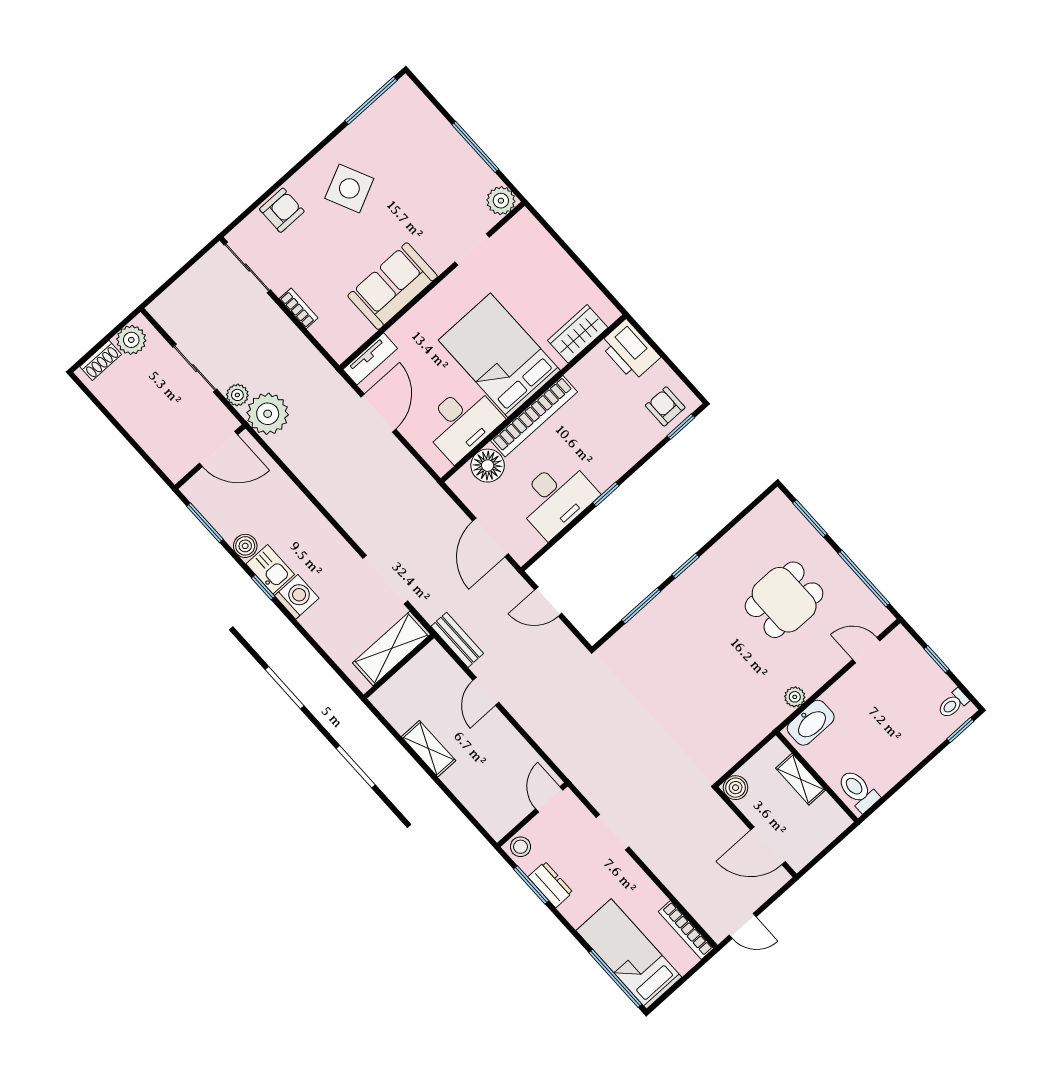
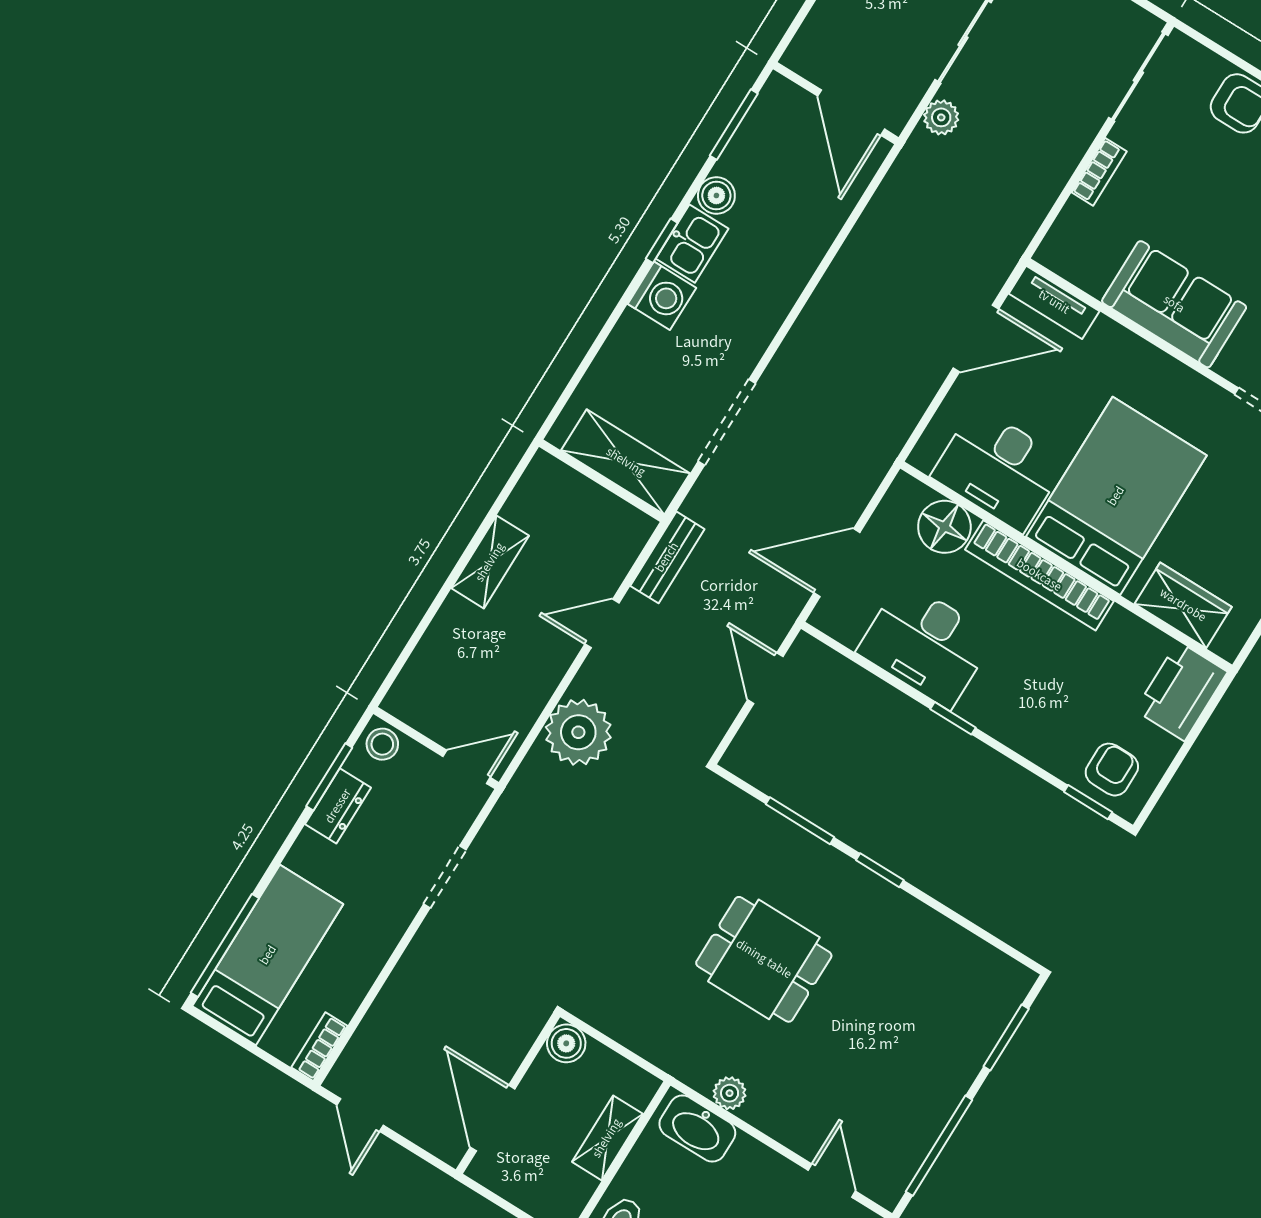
plant: (268, 414) -> (578, 732), moved
dining table: (784, 600) -> (764, 959), moved
bookcase: (686, 930) -> (319, 1047), width x0.64

